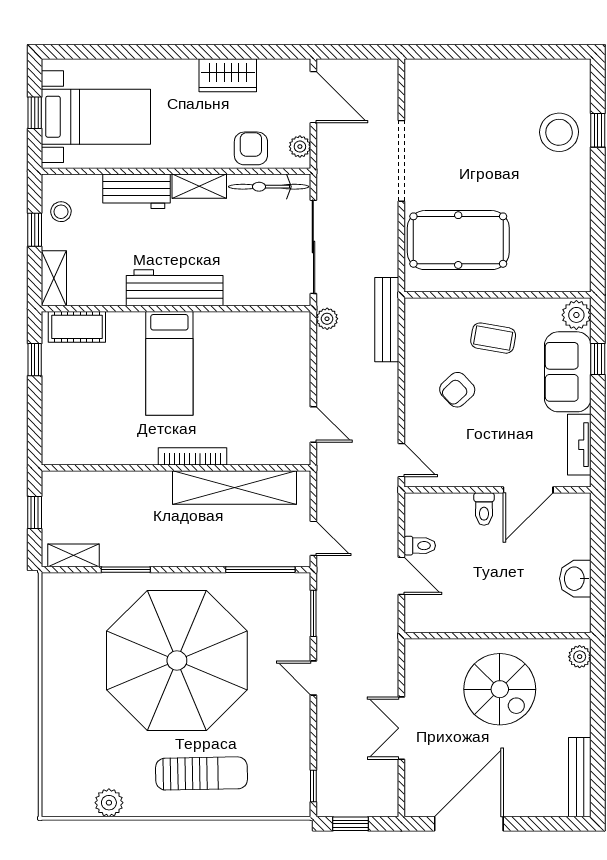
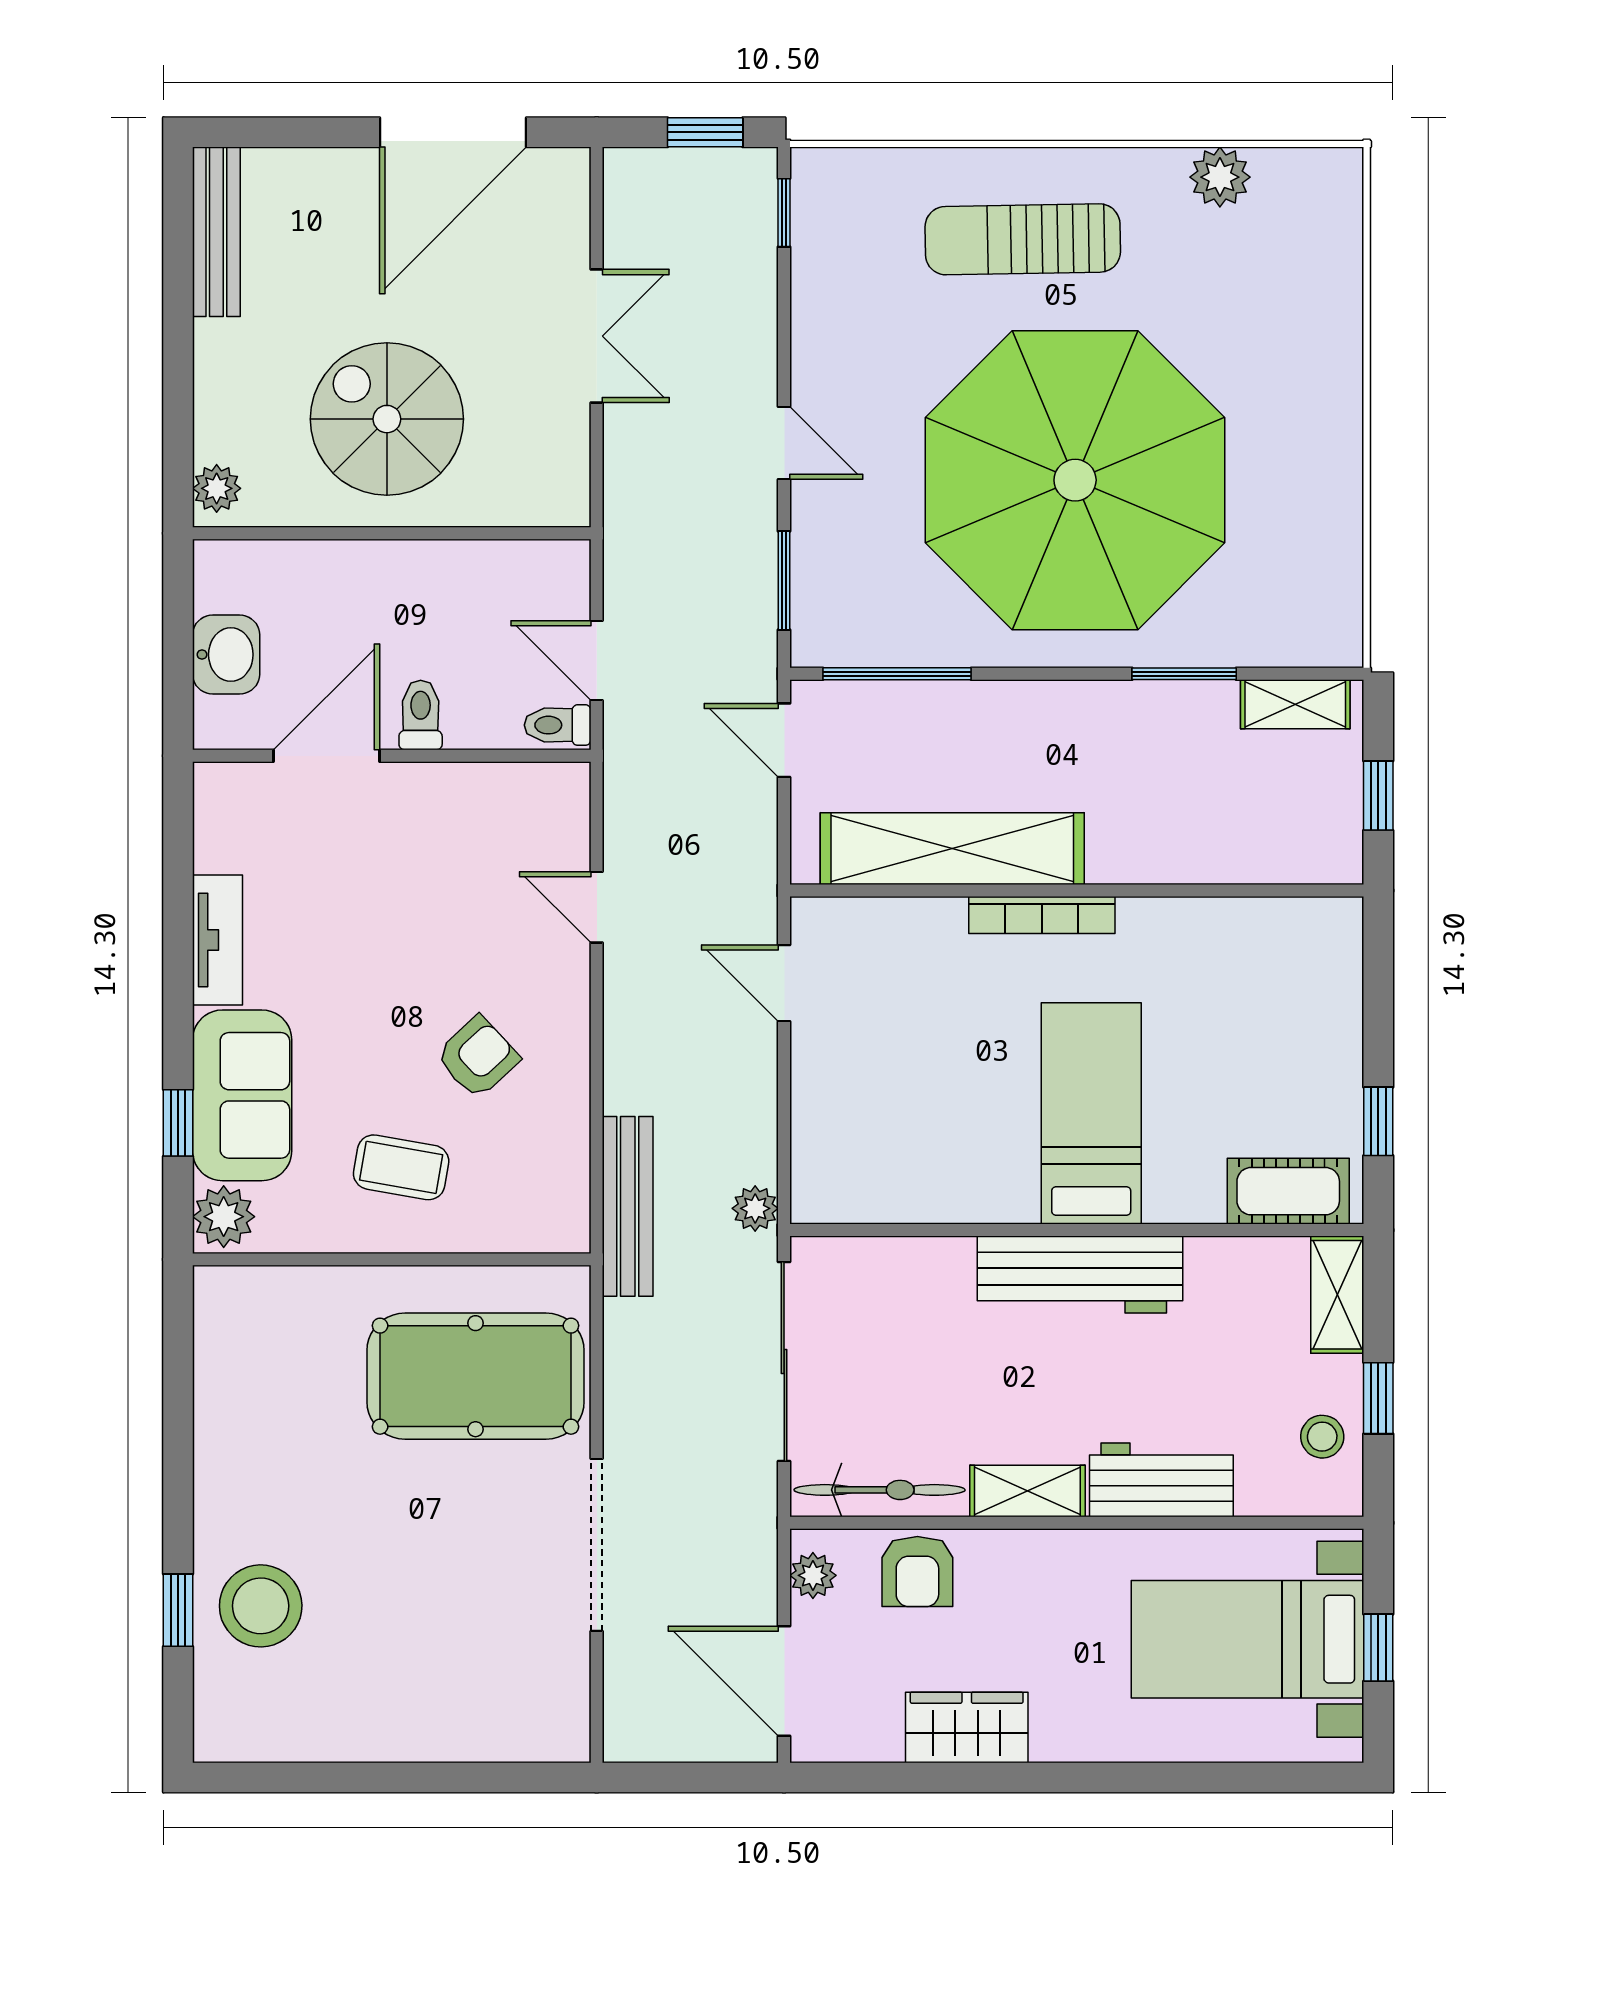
wall: (498, 490) -> (392, 756), moved
door: (528, 490) -> (327, 756), moved
toilet: (484, 509) -> (421, 715), moved

